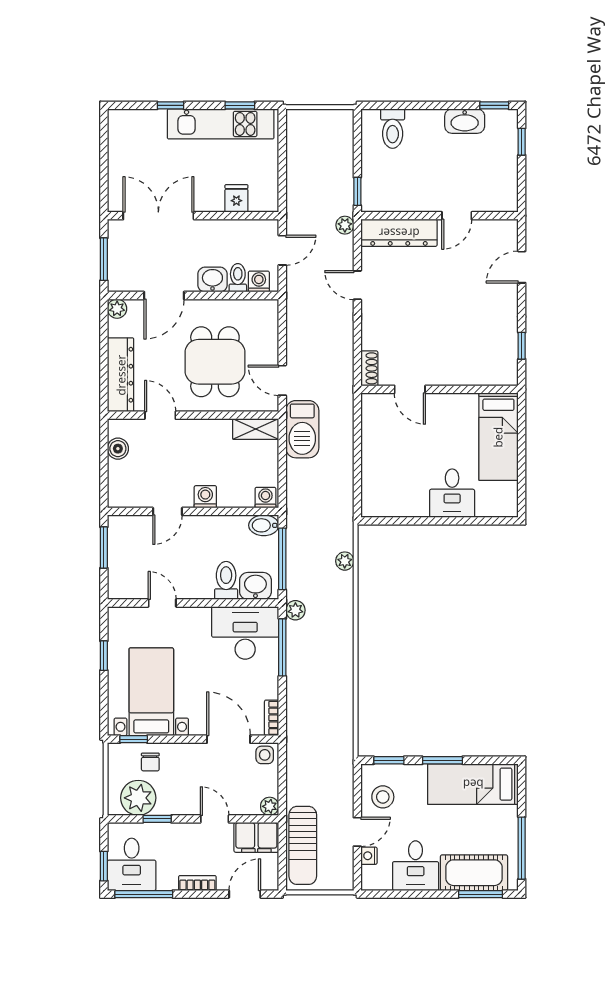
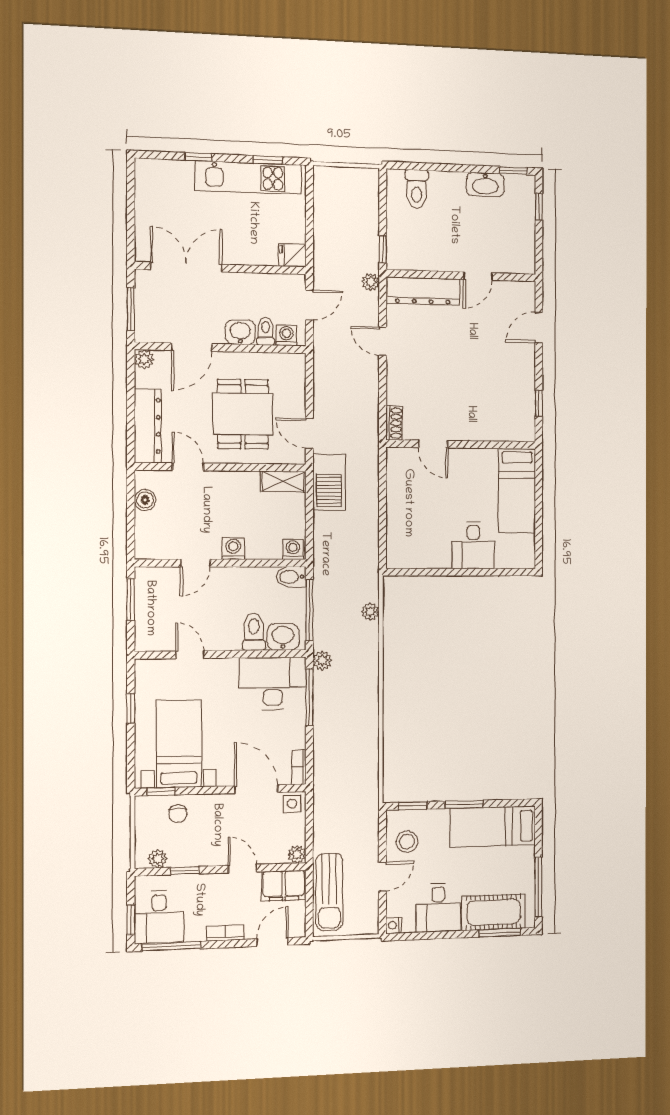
fridge: (236, 198) -> (292, 255), moved, turned -90
plant: (138, 798) -> (157, 859), width x0.53, depth x0.53
nightstand: (369, 856) -> (394, 925), moved

